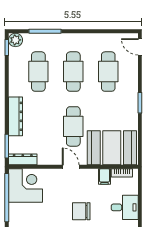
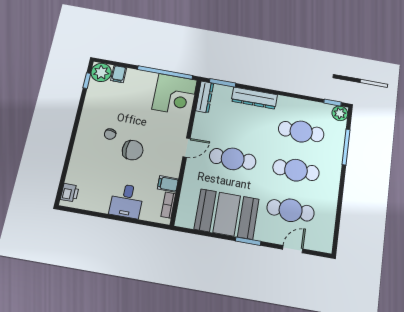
door: (140, 47) -> (293, 249), moved
booth: (112, 148) -> (227, 214), moved, turned 90
chair: (81, 211) -> (133, 150), turned 90

